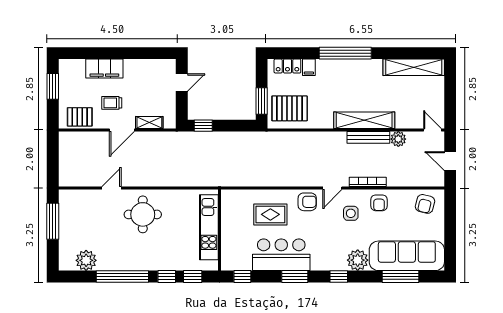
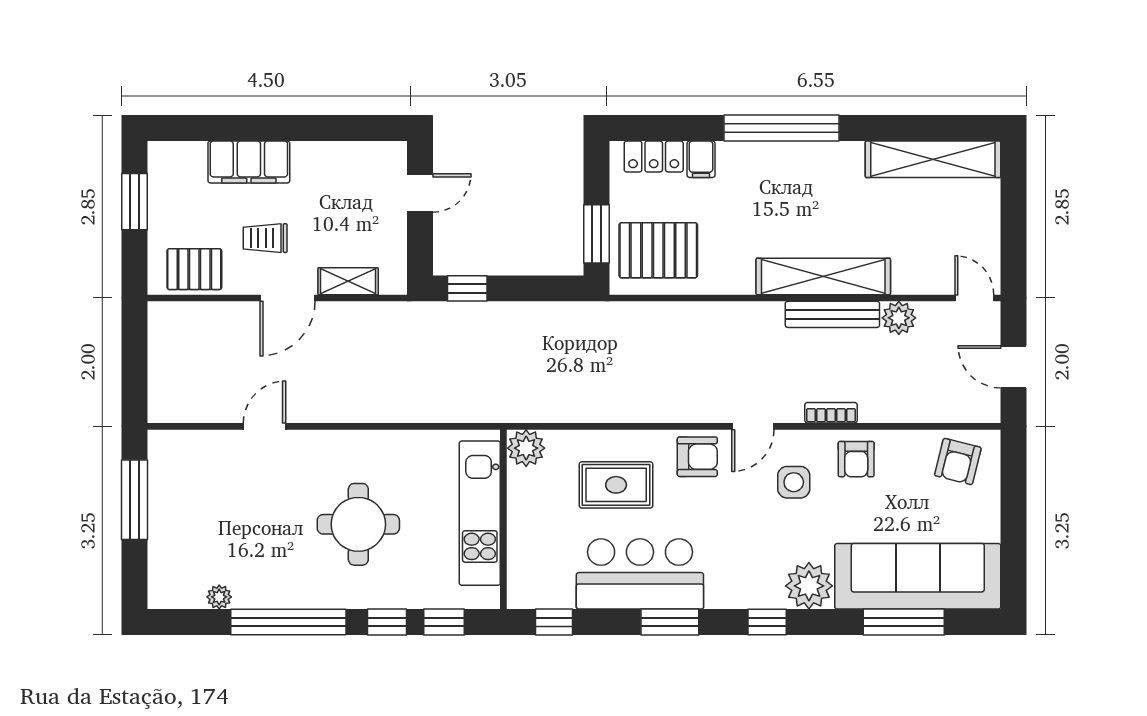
bookcase: (368, 182) -> (831, 413), width x0.64
plant: (230, 198) -> (526, 448), added
round table: (143, 214) -> (358, 524), moved
plant: (86, 260) -> (219, 597), width x0.53, depth x0.53

